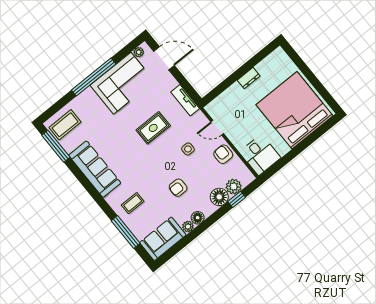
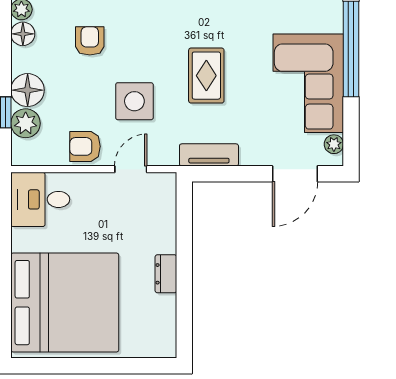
side table: (188, 149) -> (134, 101), width x1.87, depth x1.87
armchair: (223, 154) -> (85, 146), turned 180

